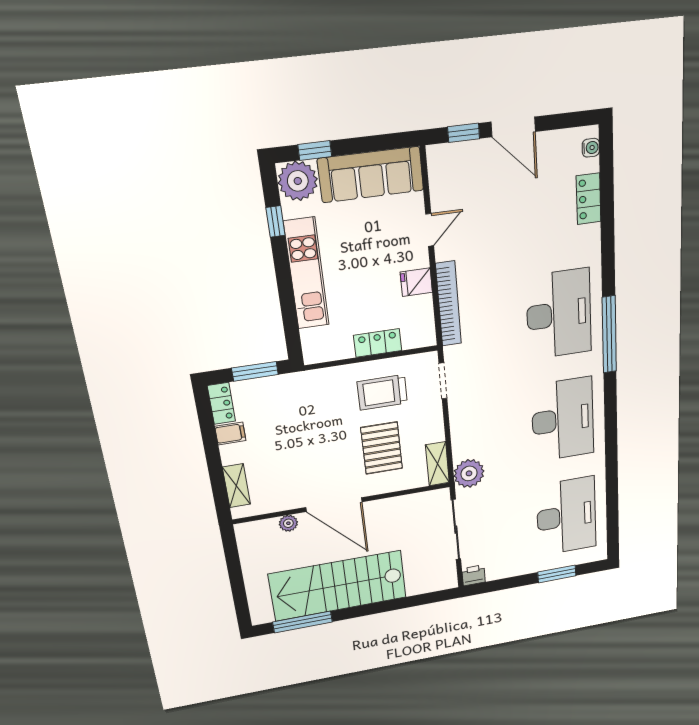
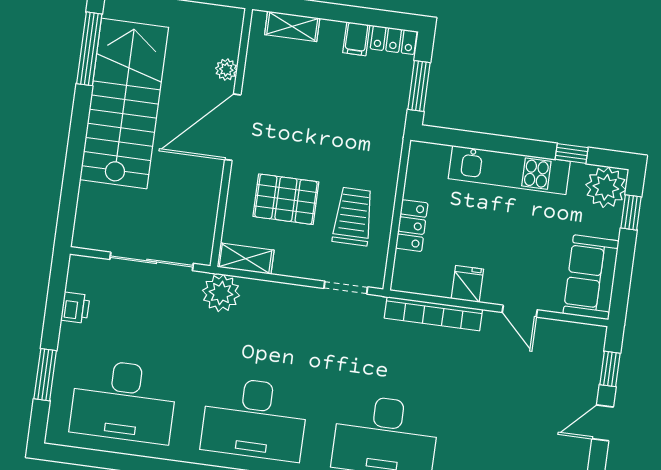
door: (513, 127) -> (603, 423), width x0.73
sofa: (371, 175) -> (591, 277), width x0.73
printer: (473, 575) -> (75, 308), moved

